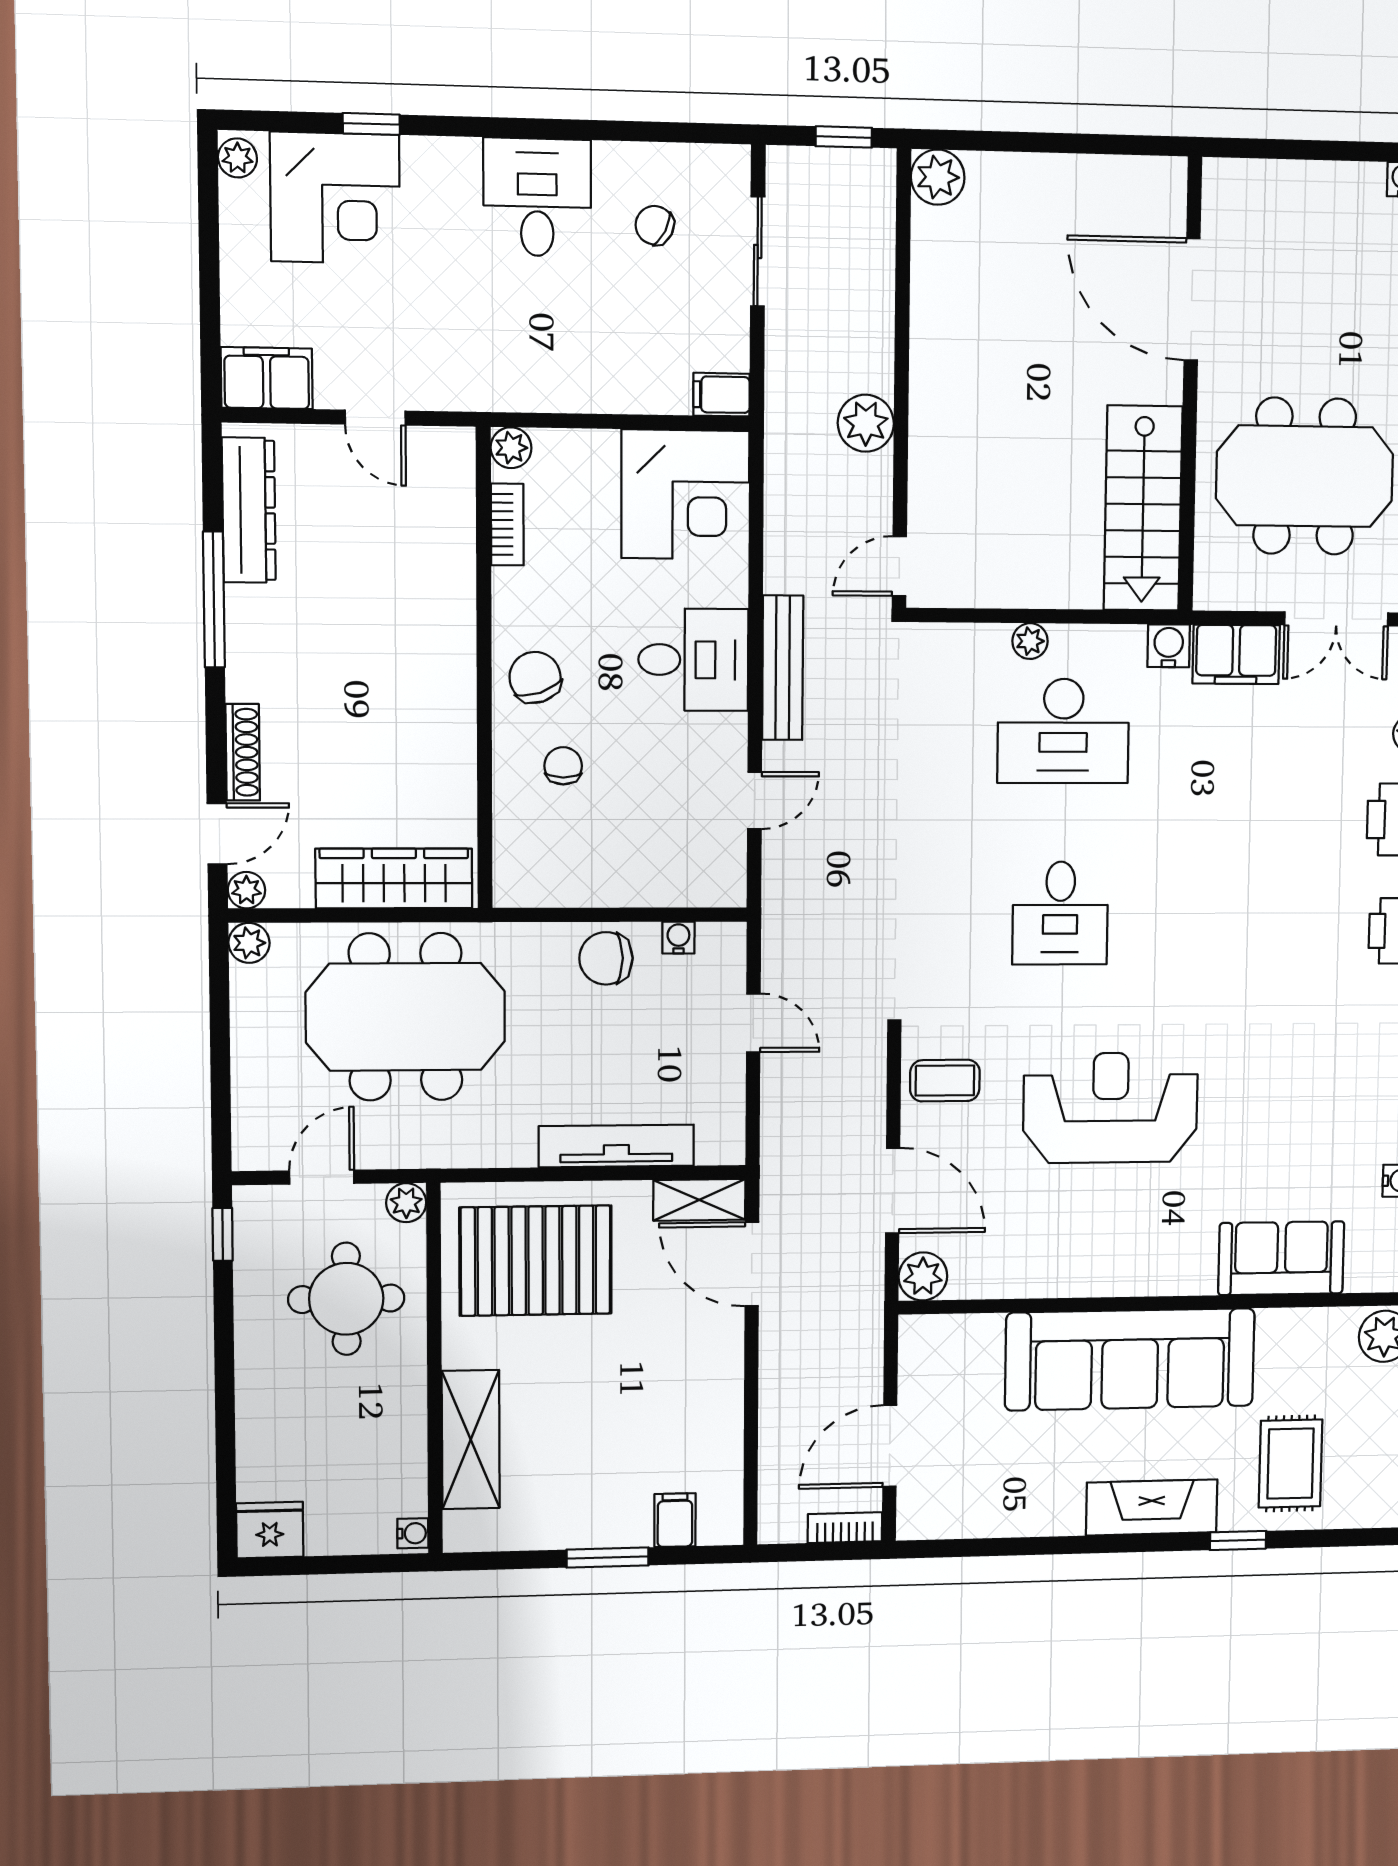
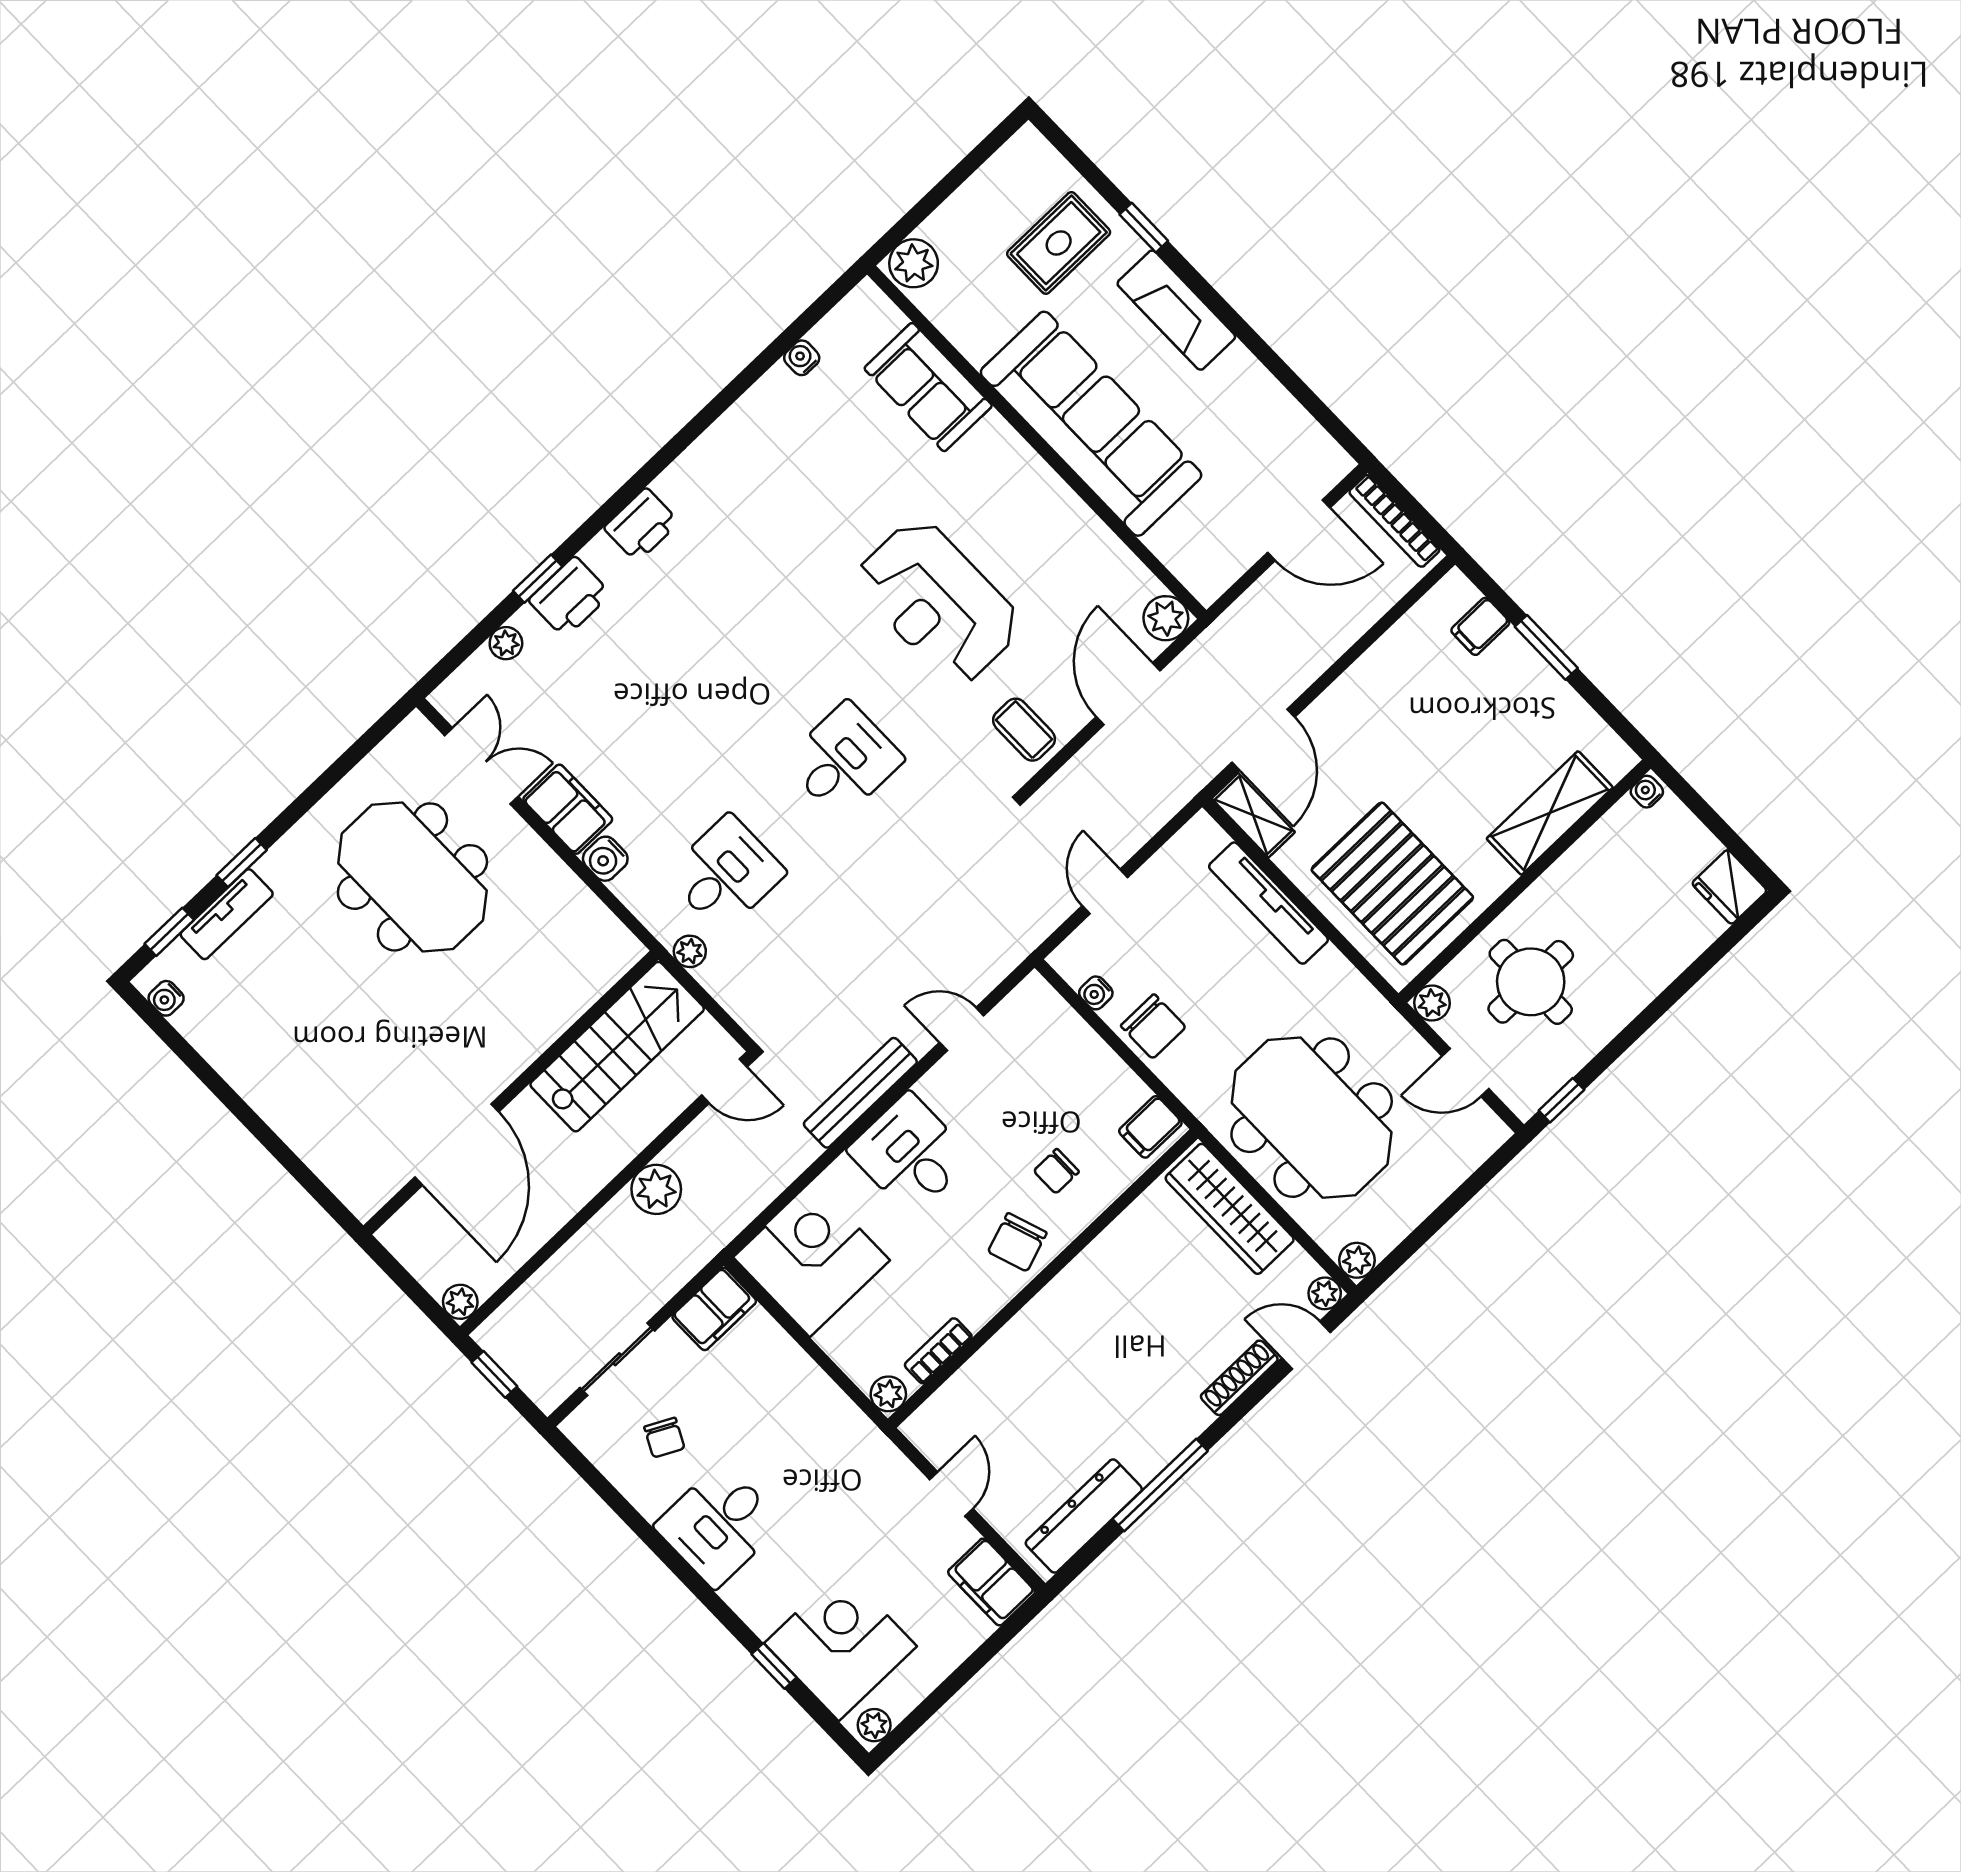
plant: (938, 177) -> (460, 1302), width x0.73, depth x0.73
door: (1192, 299) -> (457, 1145), moved
wall: (1190, 385) -> (511, 1093), moved
filing cabinet: (722, 395) -> (714, 1309), width x2.00
stairs: (1143, 508) -> (617, 1047), moved
desk: (1063, 731) -> (726, 874), width x0.73
filing cabinet: (525, 878) -> (1150, 1127), added
bookcase: (845, 1528) -> (1394, 521), width x1.56

